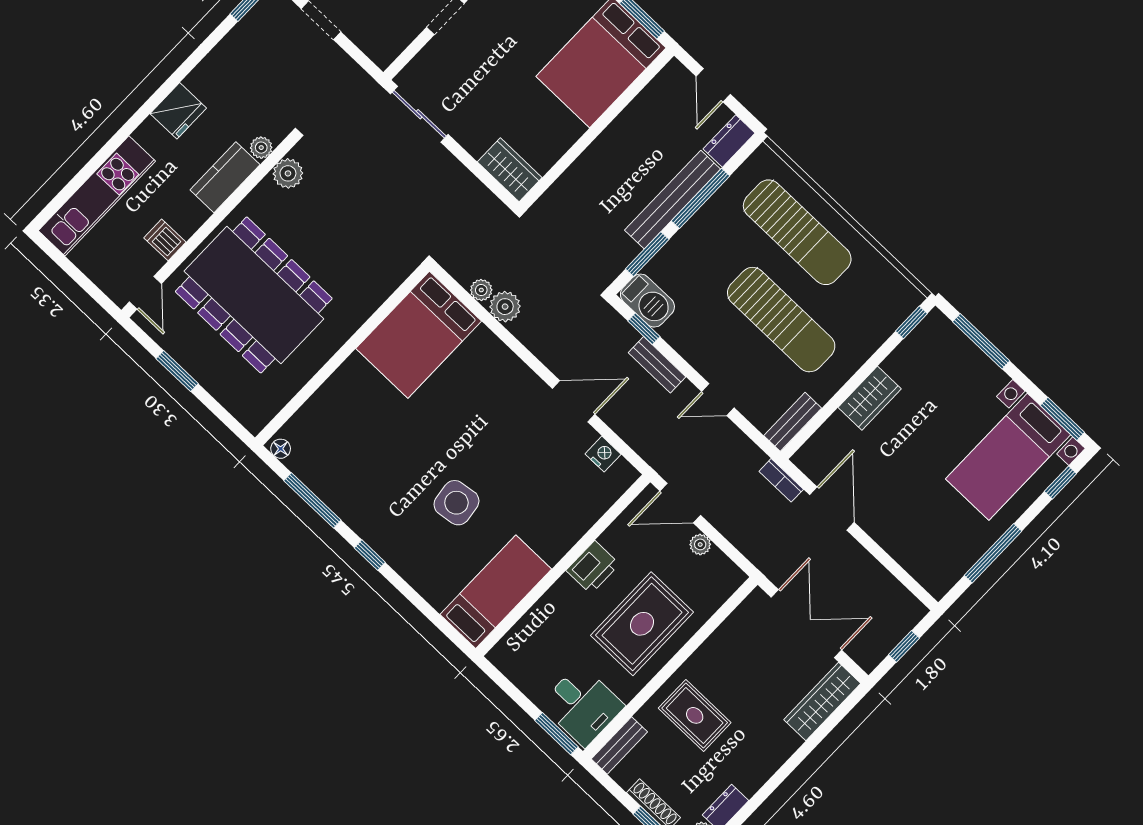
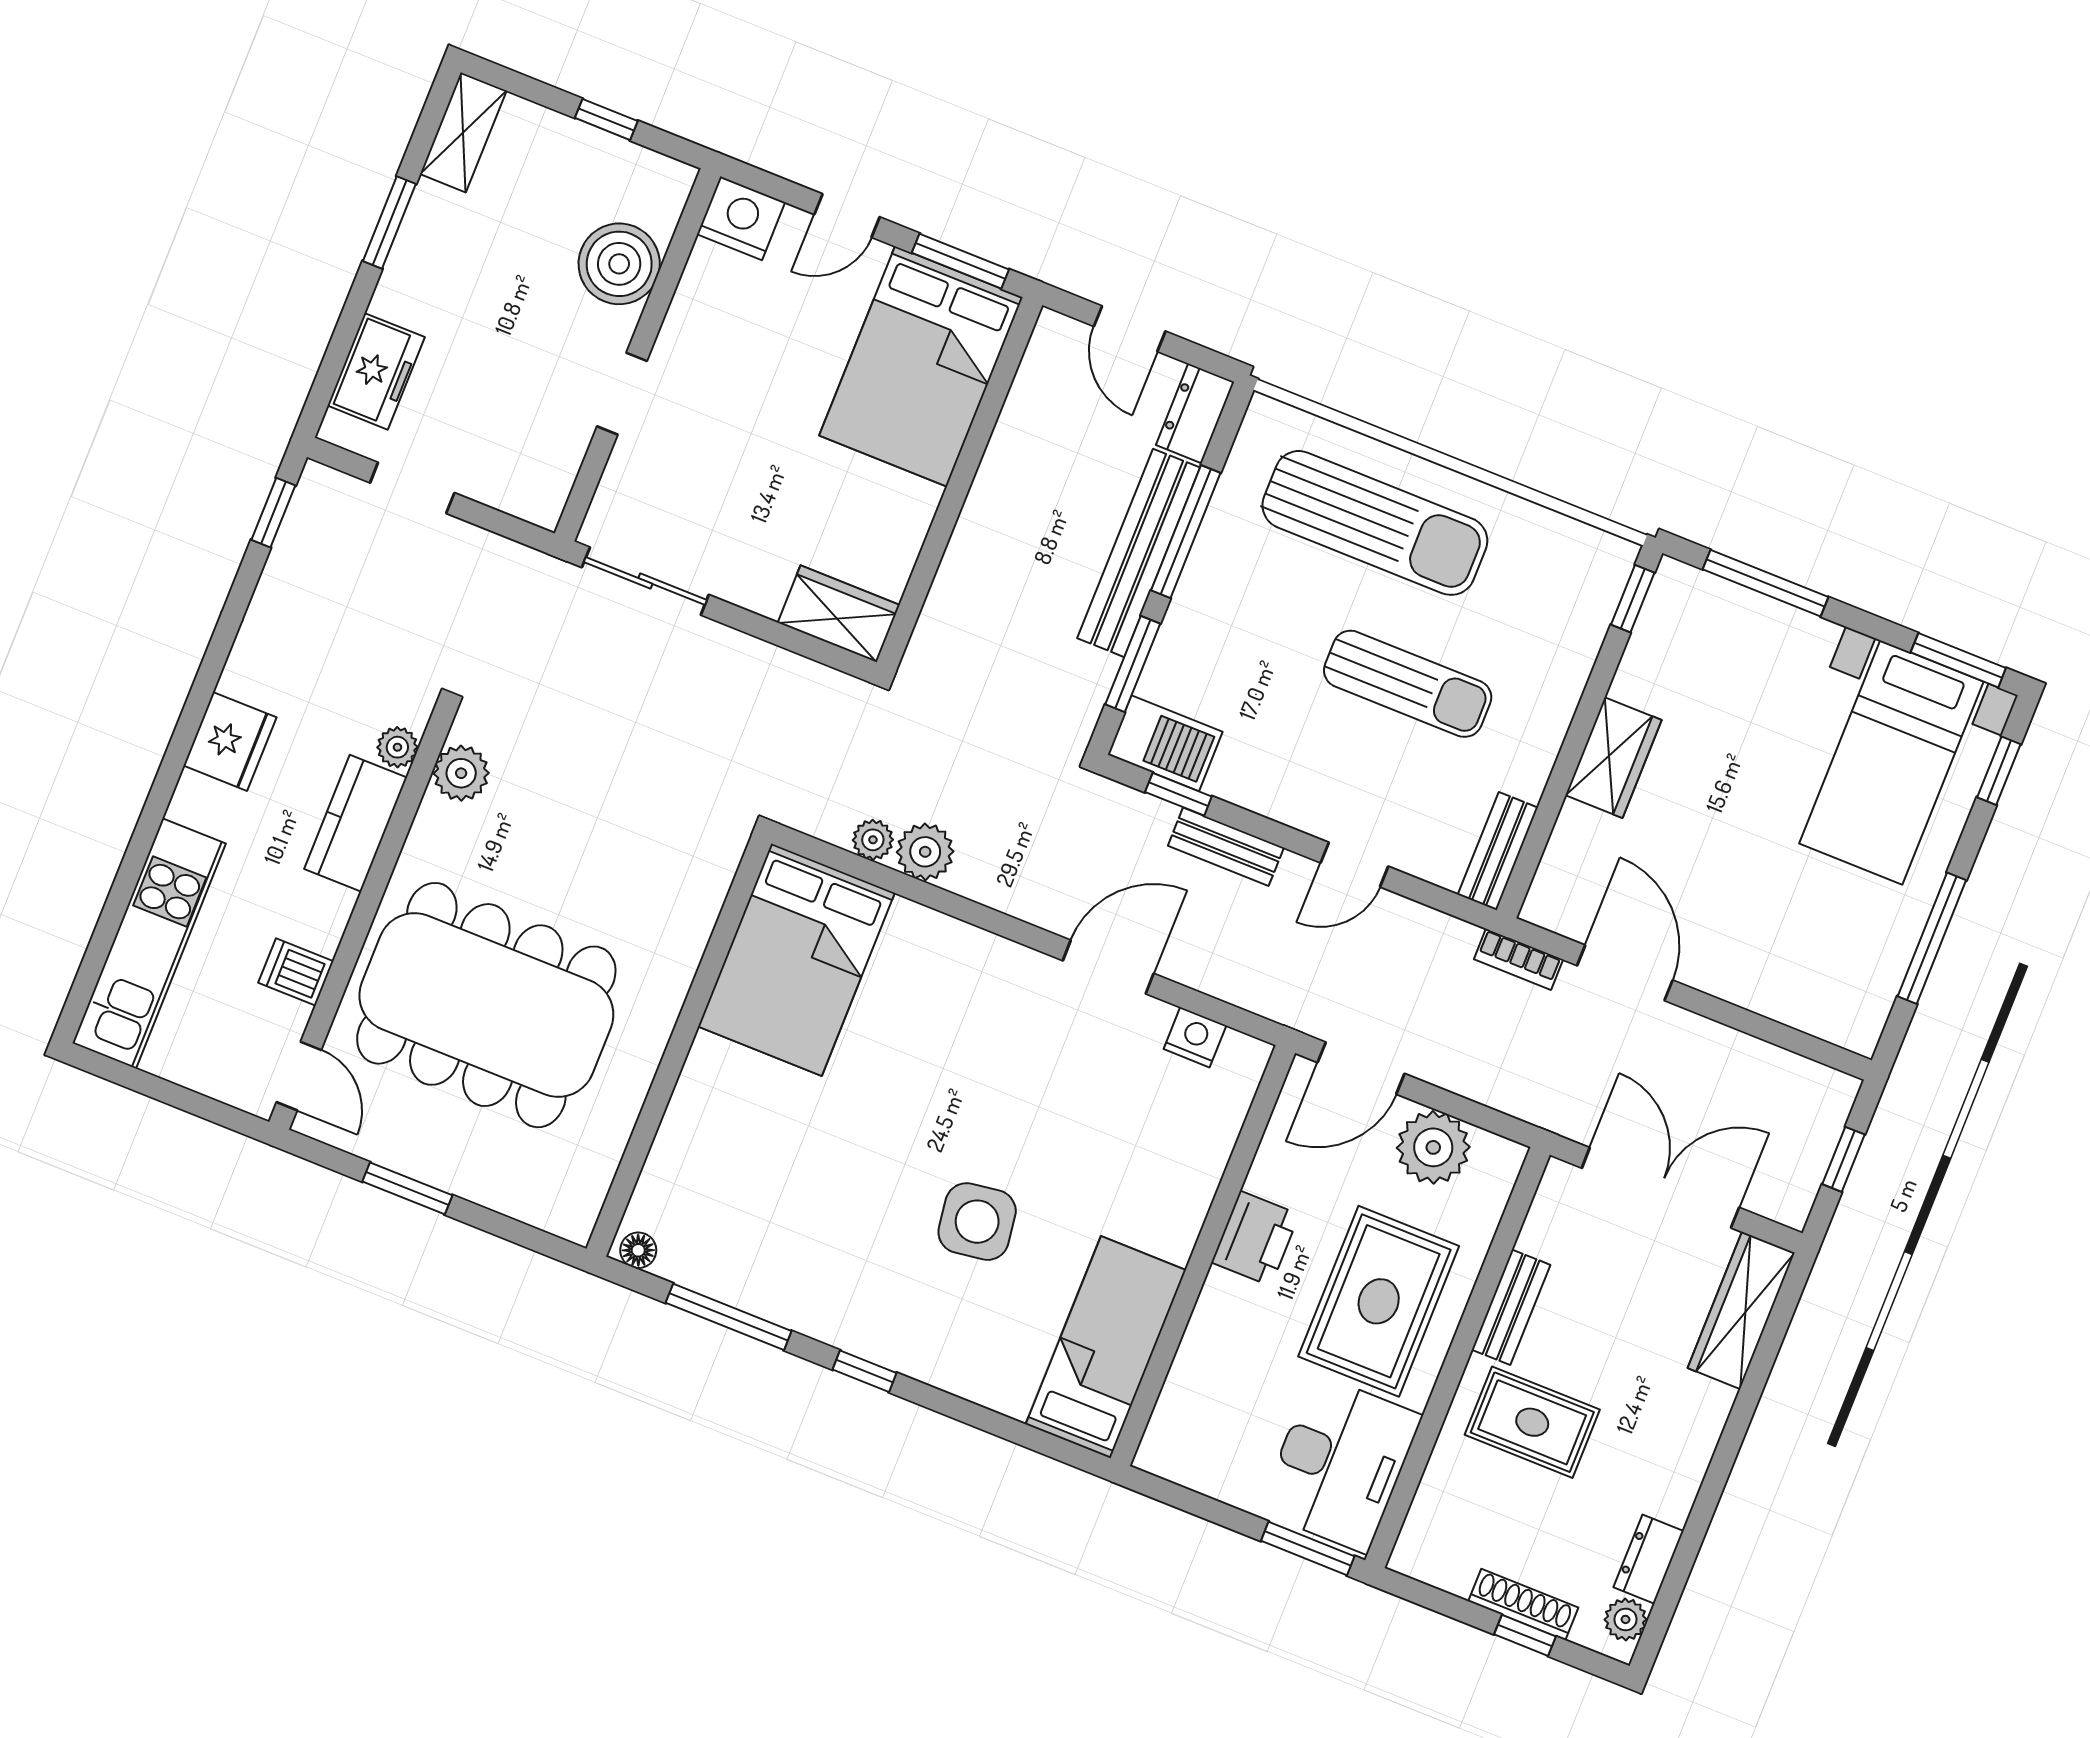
sun lounger: (781, 320) -> (1408, 684), width x0.73, depth x0.75
plant: (700, 544) -> (1433, 1147), width x1.88, depth x1.88
desk: (582, 705) -> (1340, 1463), width x1.37
bench: (619, 745) -> (1511, 1307), moved

